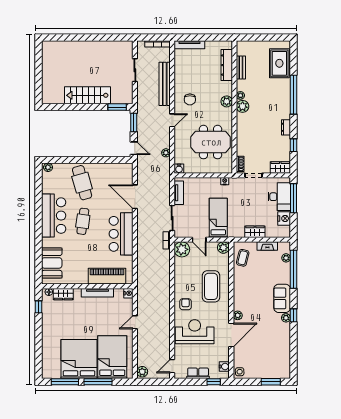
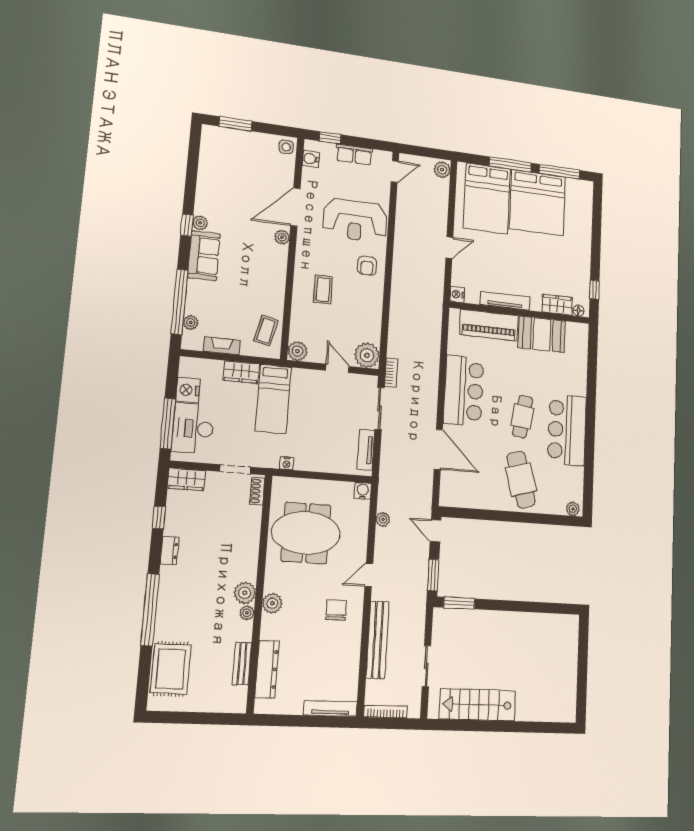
stairs: (87, 95) -> (478, 705), moved, turned 180
bed: (218, 218) -> (273, 399), moved
booth: (52, 263) -> (542, 334), moved, turned 90
coffee table: (211, 286) -> (323, 289), width x0.54, depth x0.58

